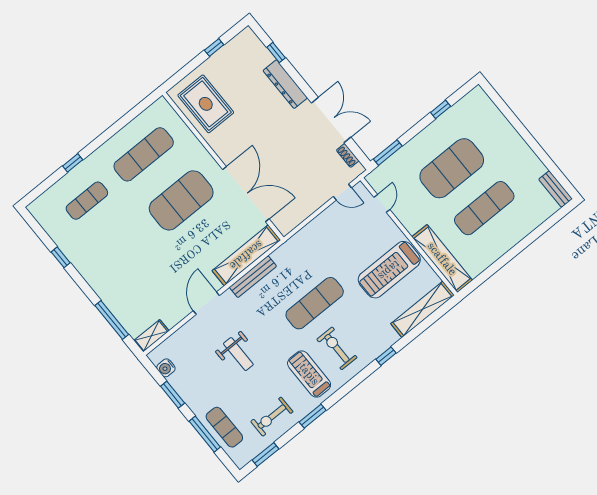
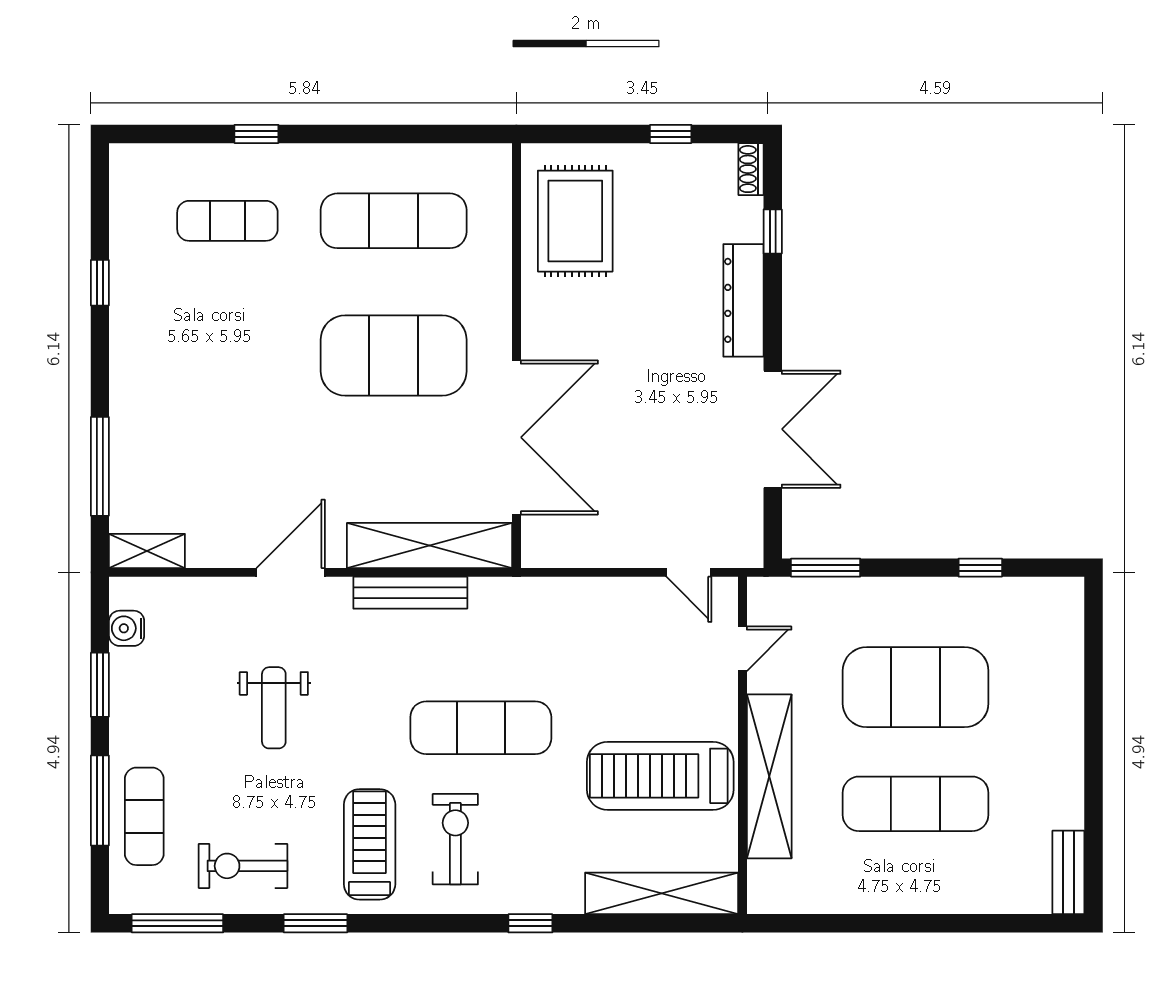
shoe rack: (348, 155) -> (751, 169), moved
shelving: (442, 259) -> (769, 776), moved
window: (266, 454) -> (177, 923), width x1.44

